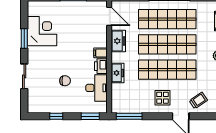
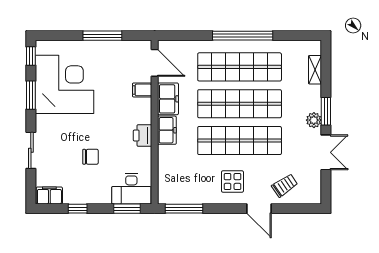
window: (24, 12) -> (31, 56), added
corner desk: (42, 31) -> (65, 84), width x1.36, depth x1.36
filing cabinet: (100, 53) -> (142, 90), moved
freezer: (117, 73) -> (167, 130), moved
desk: (96, 88) -> (131, 189), moved, turned 90
filing cabinet: (37, 107) -> (49, 195), added

